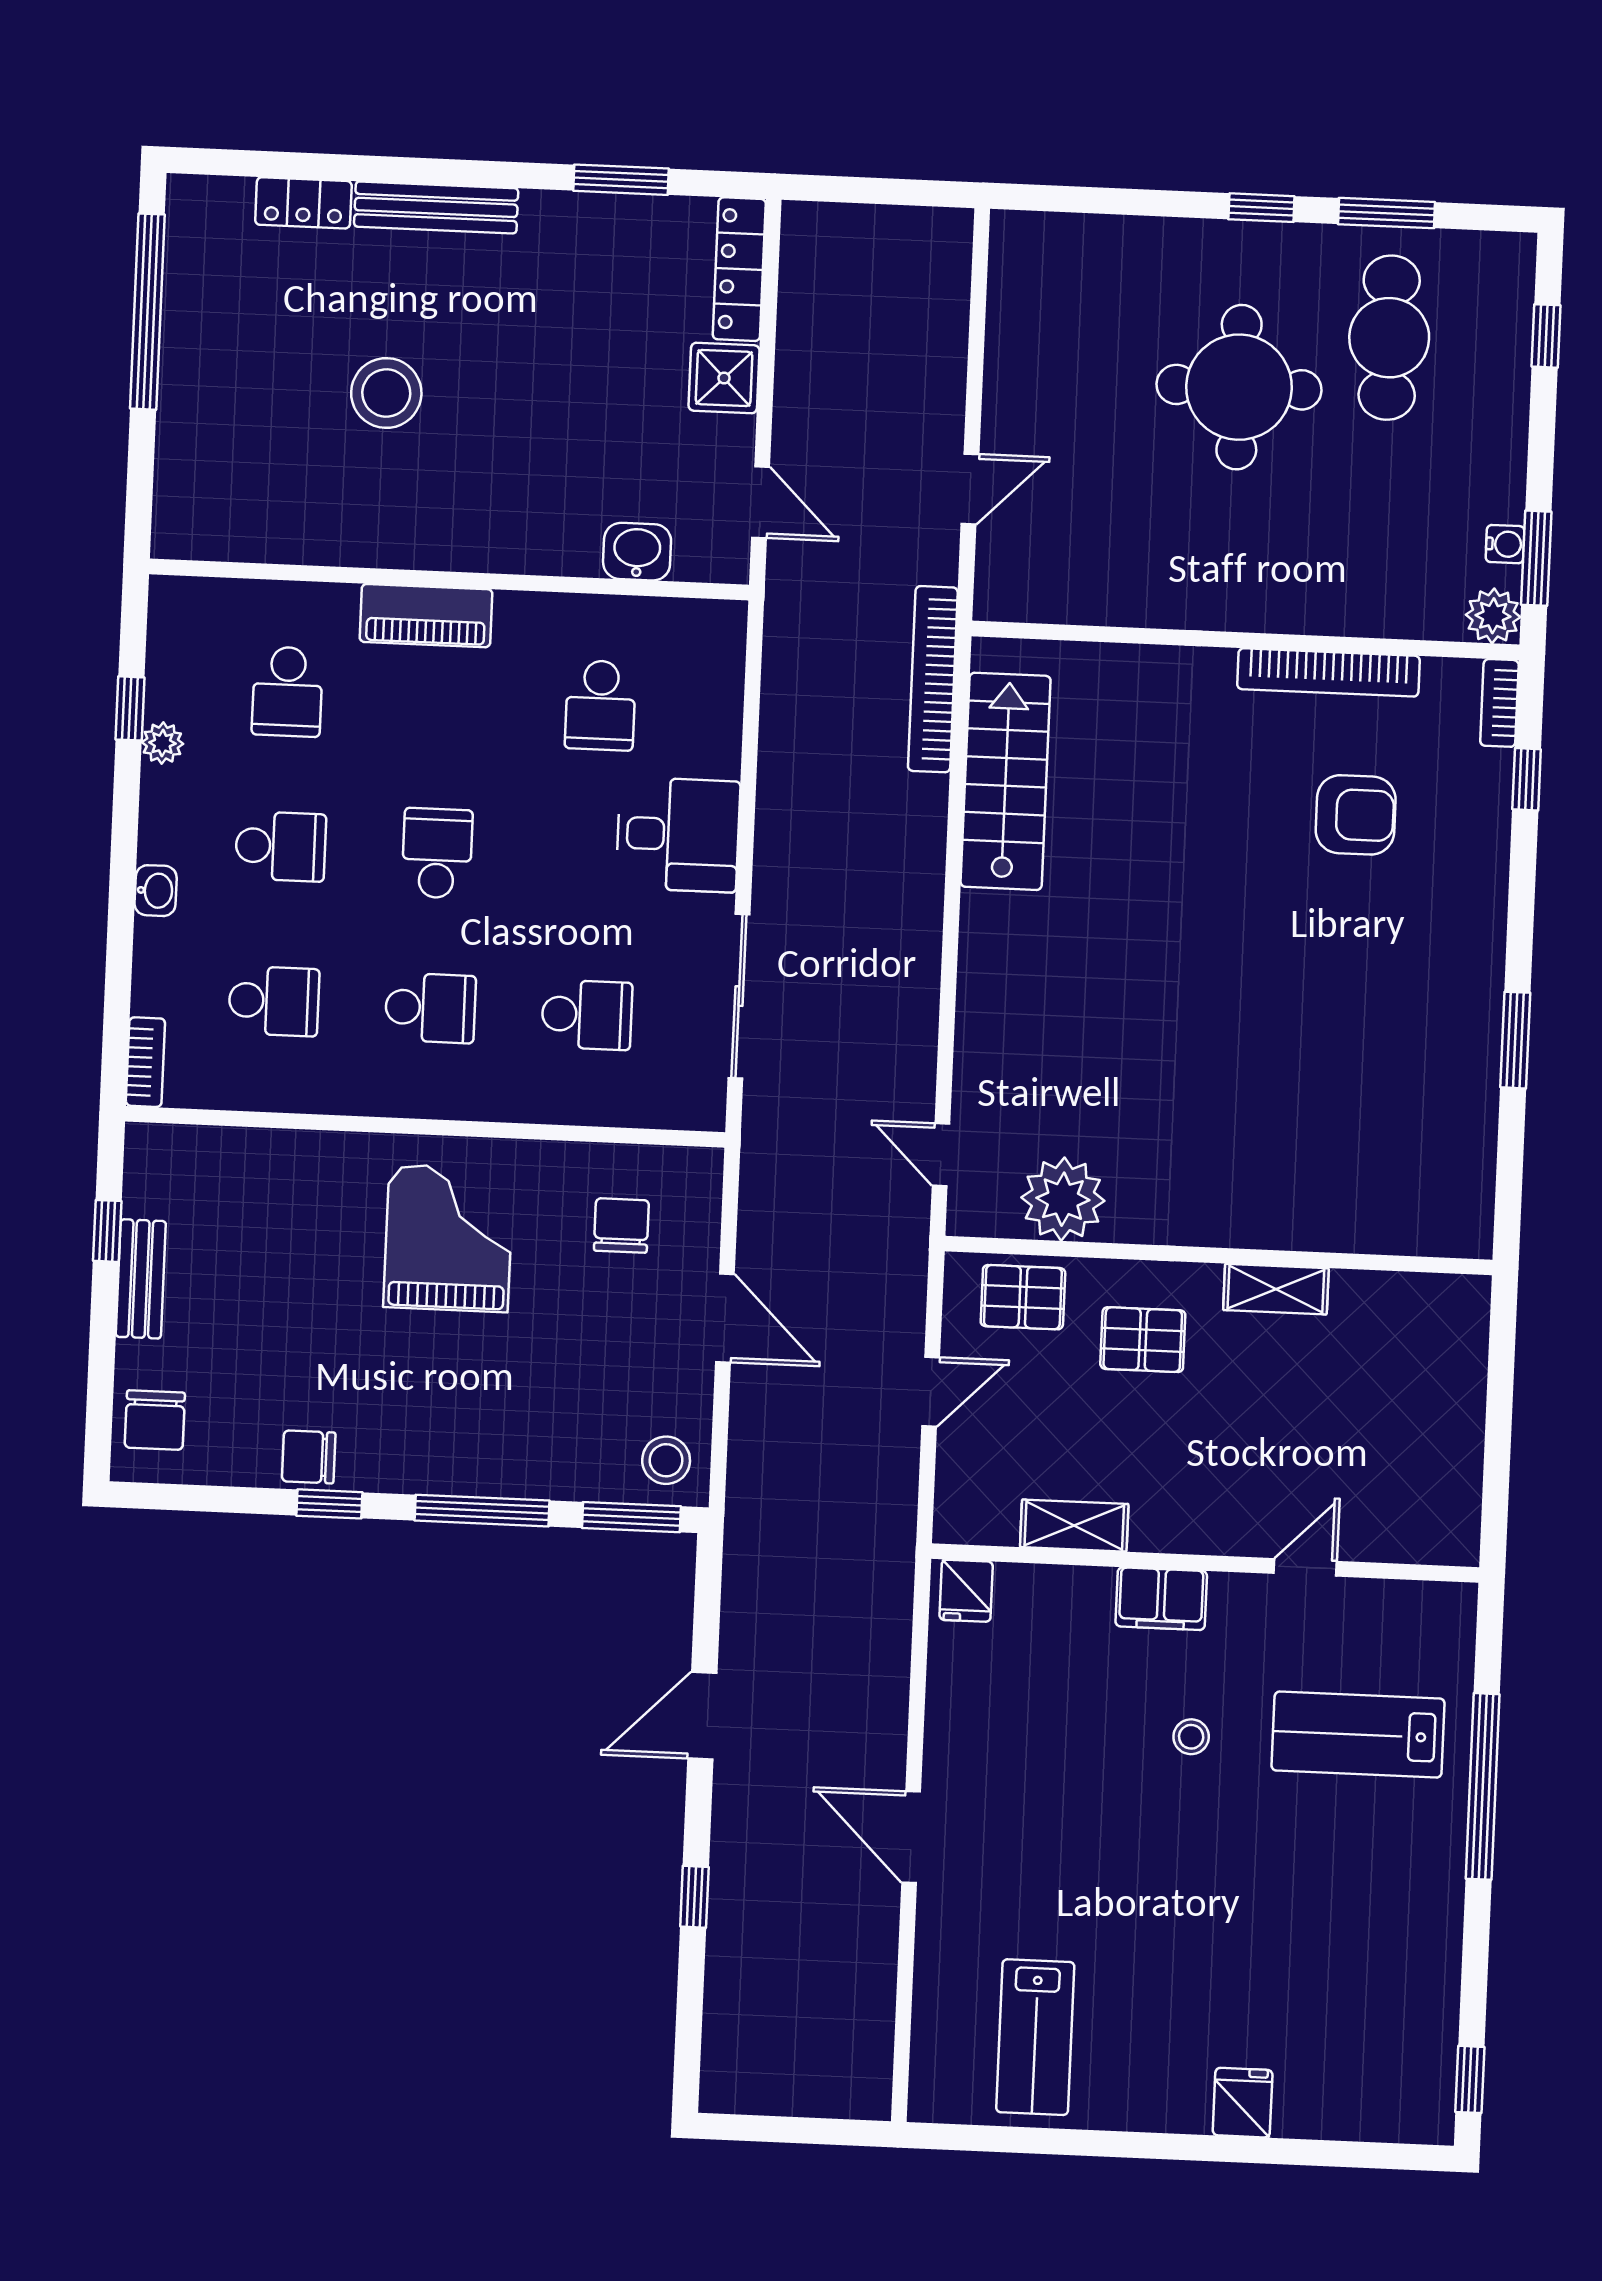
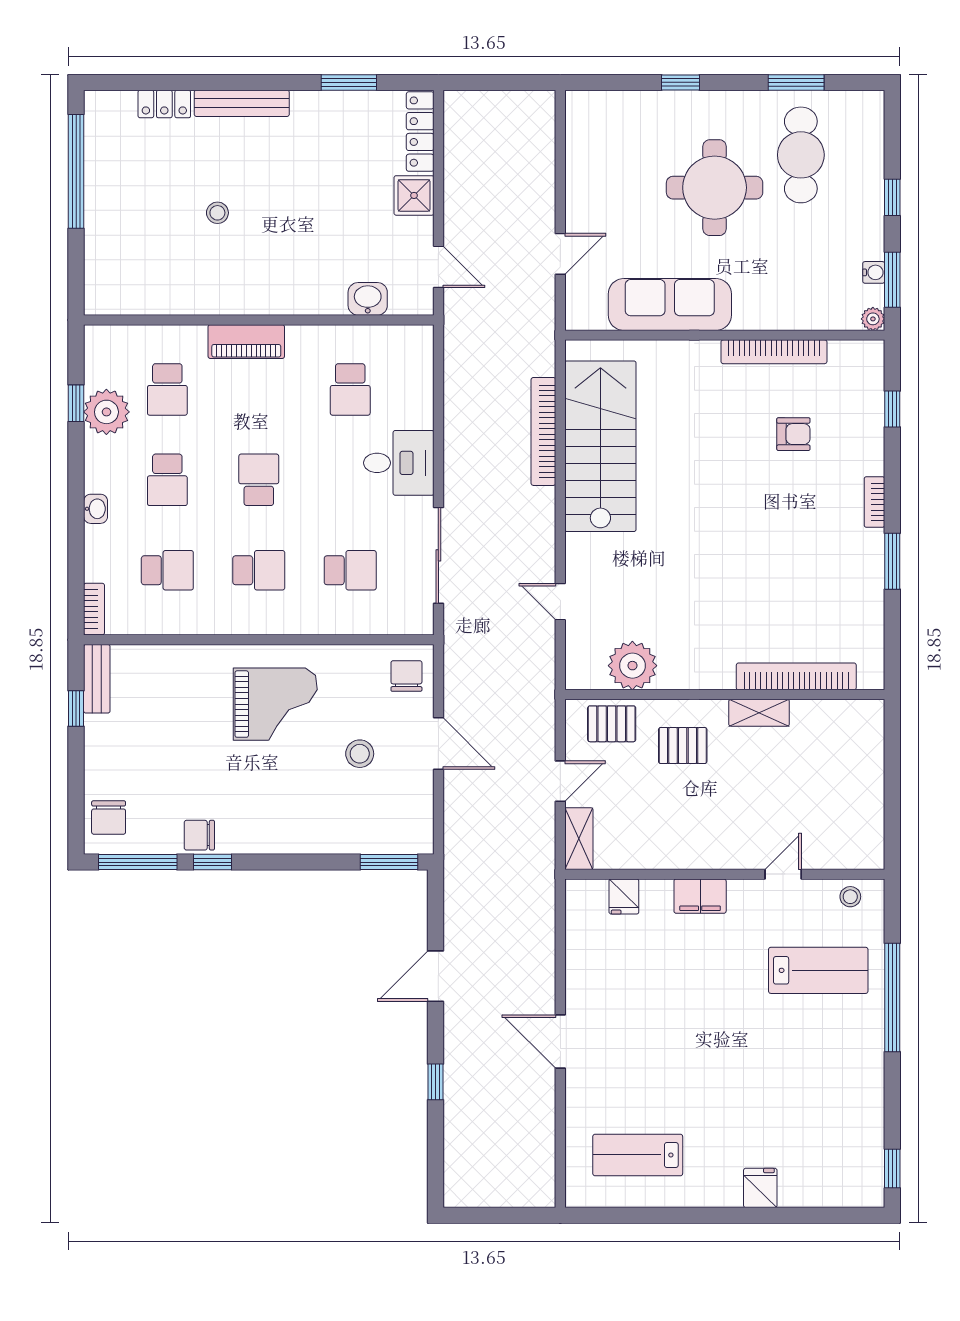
window: (1261, 208) -> (681, 82), moved
window: (1546, 336) -> (892, 197), moved
stool: (386, 393) -> (217, 213), width x0.53, depth x0.53
sofa: (1154, 584) -> (670, 304), added
plant: (1493, 616) -> (873, 319), width x0.73, depth x0.73
bookcase: (933, 679) -> (543, 431), moved
bookcase: (1499, 703) -> (874, 502), moved
plant: (162, 743) -> (106, 412), width x1.88, depth x1.88
stairs: (1006, 781) -> (600, 446), width x1.36, depth x1.51
armchair: (1356, 815) -> (793, 434), width x0.72, depth x0.72
school desk: (281, 846) -> (167, 480), turned 90
door: (941, 1155) -> (560, 602), moved
chair: (621, 1225) -> (406, 676), moved
bookcase: (1342, 1230) -> (796, 676), added
grand piano: (448, 1238) -> (275, 704), turned 90
bench: (141, 1279) -> (97, 679), moved
stool: (666, 1460) -> (360, 754), moved
window: (482, 1511) -> (138, 862), moved
shelving: (1074, 1526) -> (579, 839), moved, turned 90
fridge: (966, 1591) -> (624, 896), moved
lab bench: (1358, 1735) -> (818, 970), turned 180
stool: (1191, 1737) -> (850, 897), moved
lab bench: (1035, 2037) -> (638, 1155), turned 90

